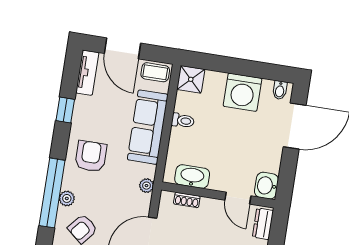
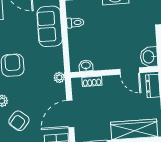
sofa: (148, 127) -> (50, 26), width x0.73
washbasin: (192, 177) -> (86, 66), width x0.52, depth x0.69

